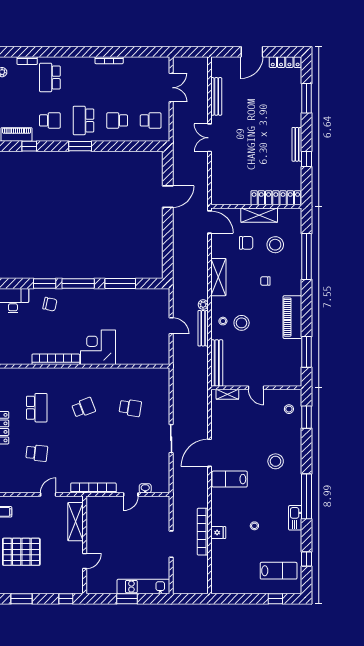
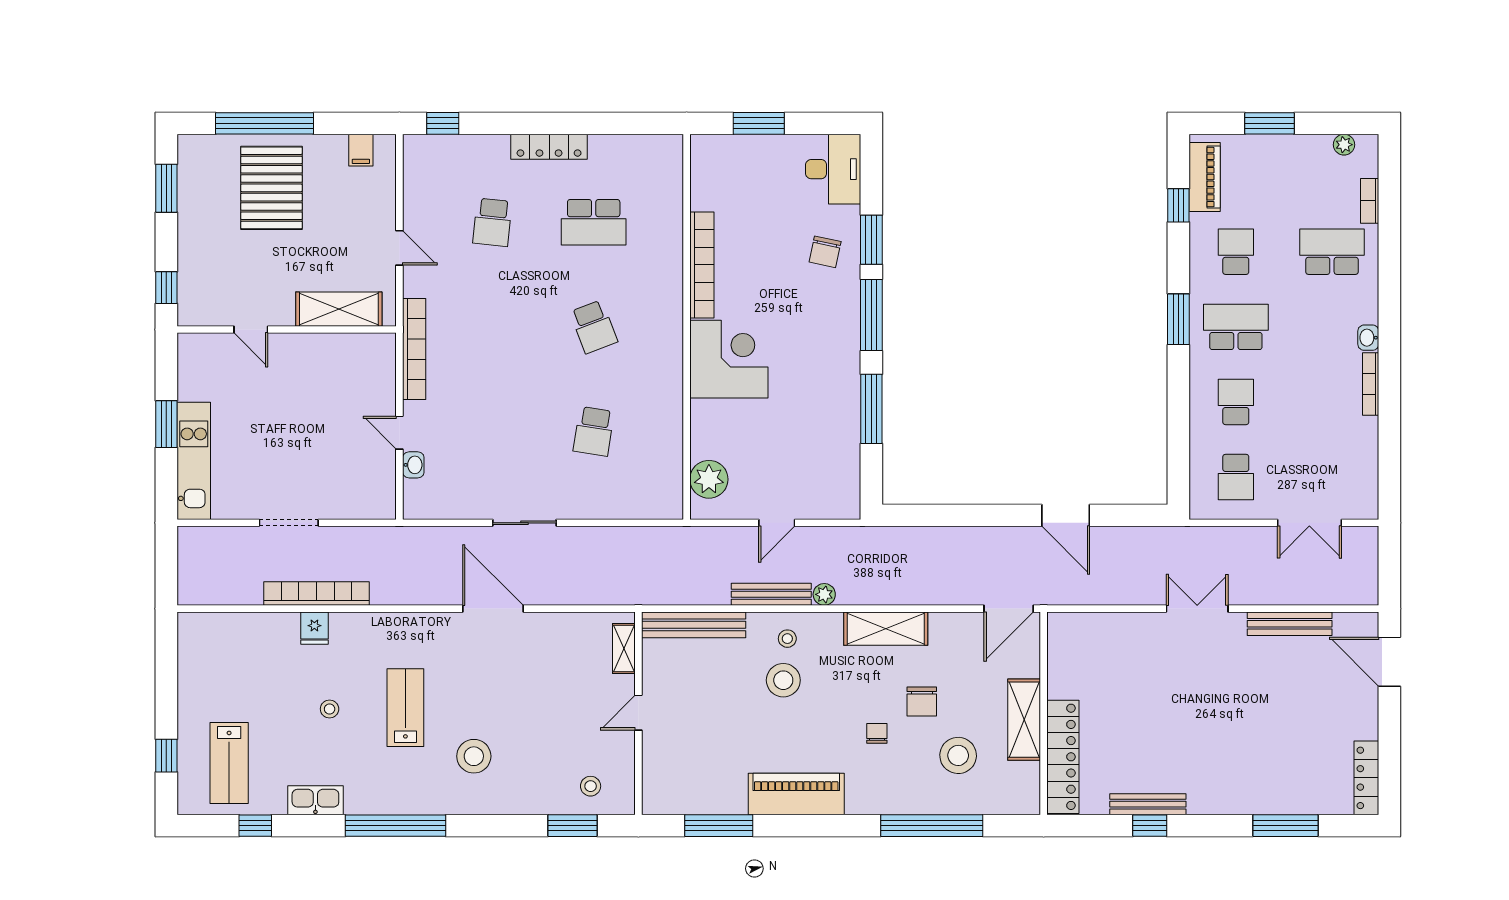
door: (252, 52) -> (1389, 662), moved
washbasin: (88, 61) -> (1368, 338), added
school desk: (50, 120) -> (1236, 252), turned 180
bench: (297, 144) -> (1148, 804), moved
chair: (246, 243) -> (922, 701), moved
plant: (152, 356) -> (709, 479), added
lab bench: (230, 479) -> (405, 708), moved
kitchen sink: (295, 518) -> (315, 800), moved

